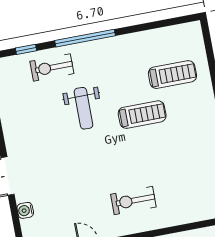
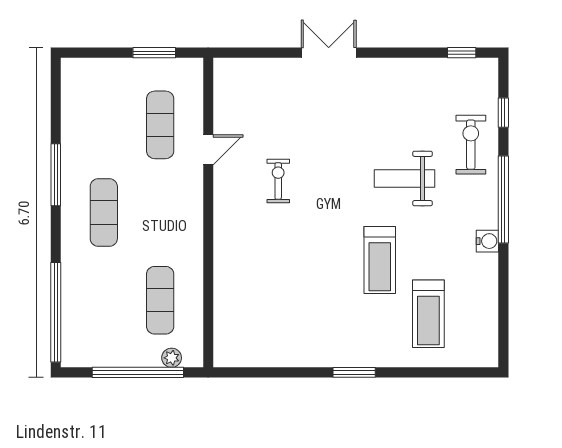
exercise bike: (133, 201) -> (278, 181), moved, width x0.73, depth x0.72
water cooler: (25, 210) -> (487, 241), moved, turned 90

